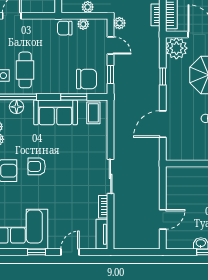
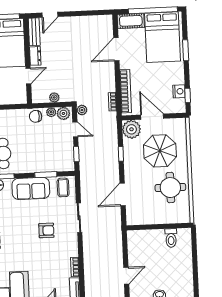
plant: (97, 26) -> (63, 113), added
chair: (86, 79) -> (56, 159), removed
armchair: (37, 166) -> (46, 230), moved, turned 180
sliding door: (111, 176) -> (79, 218), moved

